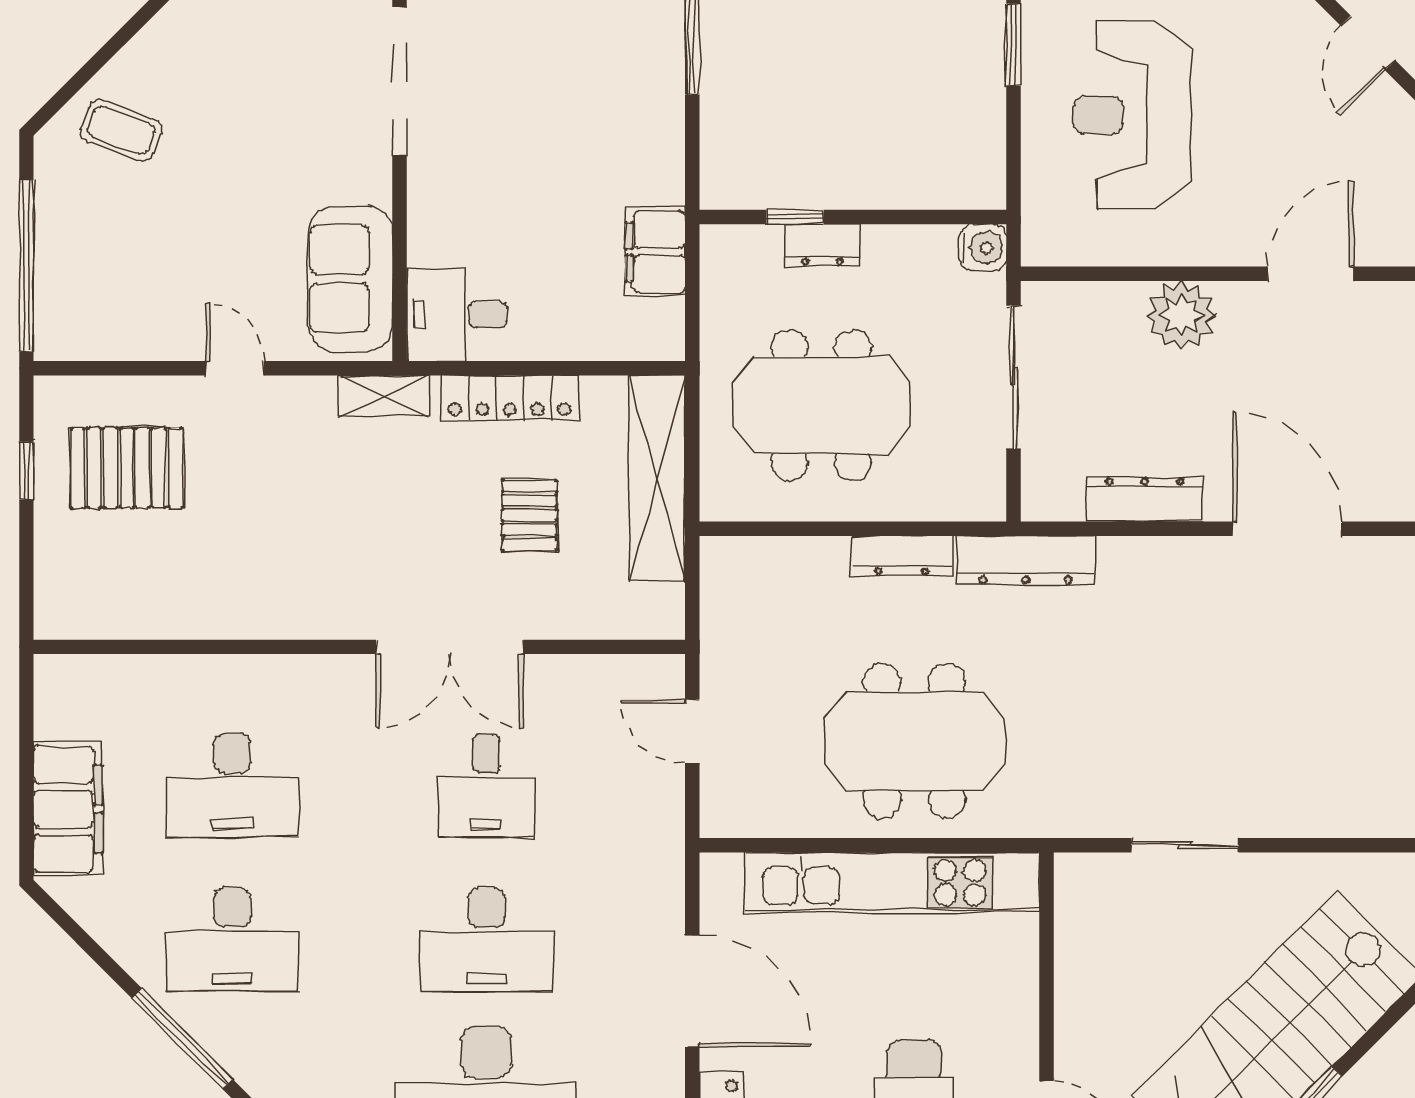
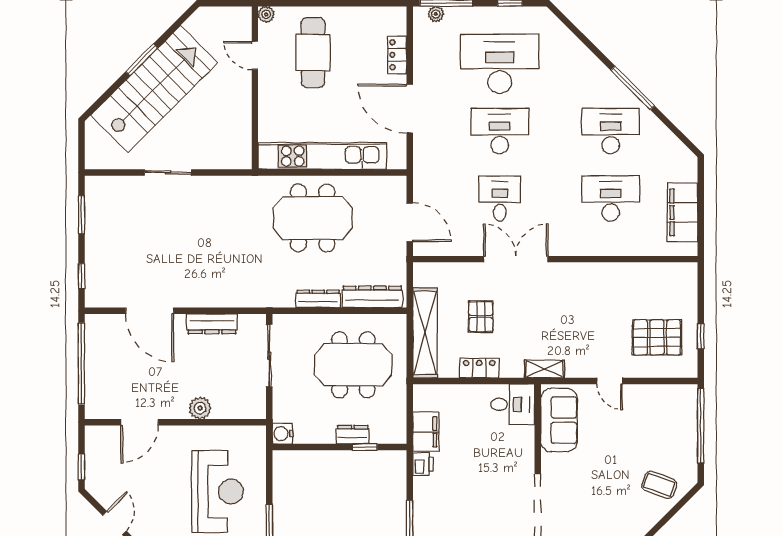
printer: (662, 178) -> (423, 464), added
plant: (1181, 315) -> (200, 408), width x0.73, depth x0.73
sliding door: (1013, 377) -> (269, 356), moved
locker: (510, 398) -> (479, 368), width x0.66
dresser: (1026, 561) -> (372, 297), moved
door: (692, 731) -> (410, 222), width x1.38
filing cabinet: (68, 809) -> (683, 212), moved
sliding door: (1185, 845) -> (168, 172), moved

